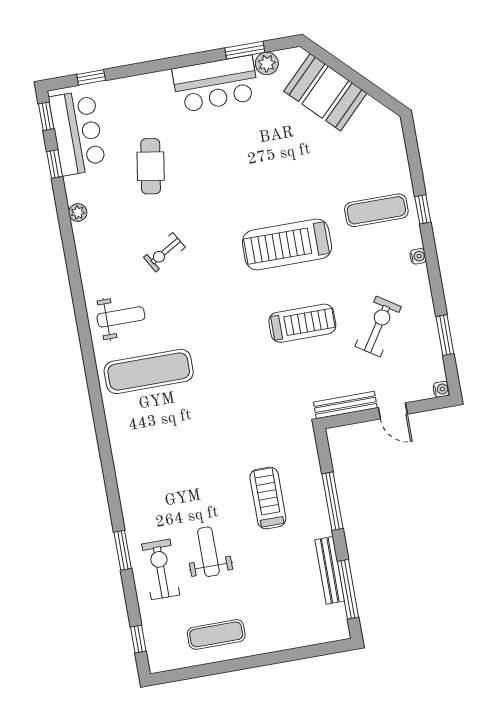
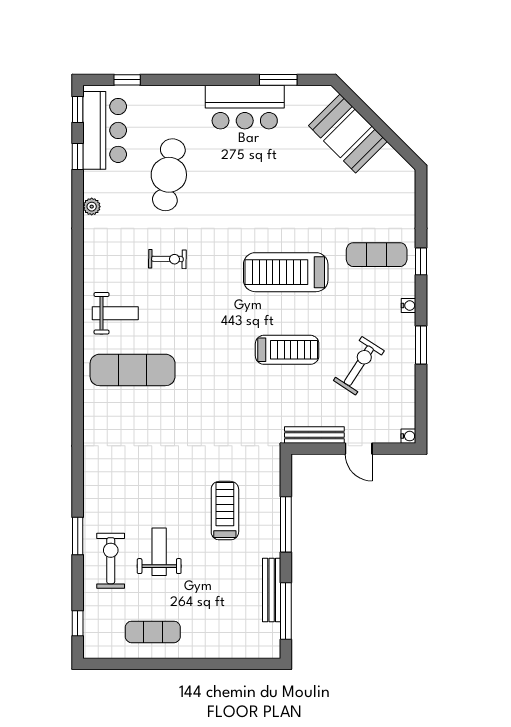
plant: (267, 63) -> (297, 96), removed
cafe table: (151, 166) -> (169, 175), width x1.37, depth x1.35
exercise bike: (164, 252) -> (167, 259), turned -149
window: (445, 335) -> (421, 345), moved

